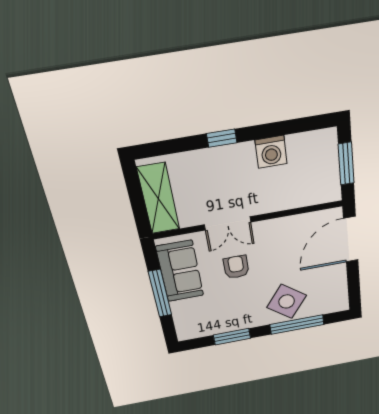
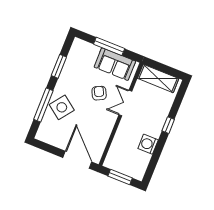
armchair: (236, 267) -> (99, 93), turned -116

